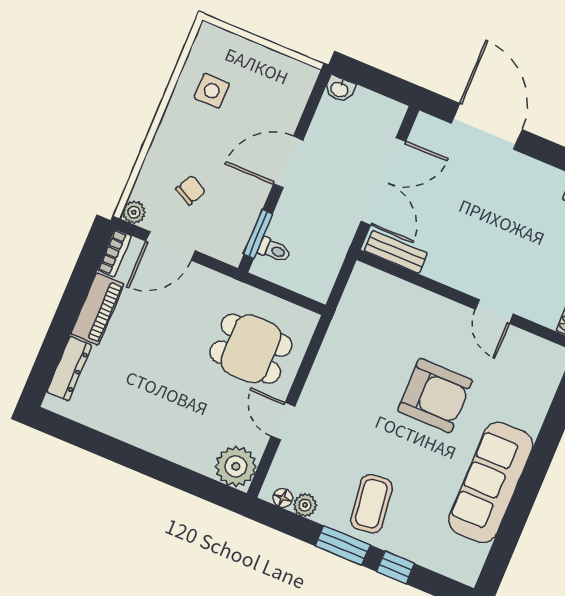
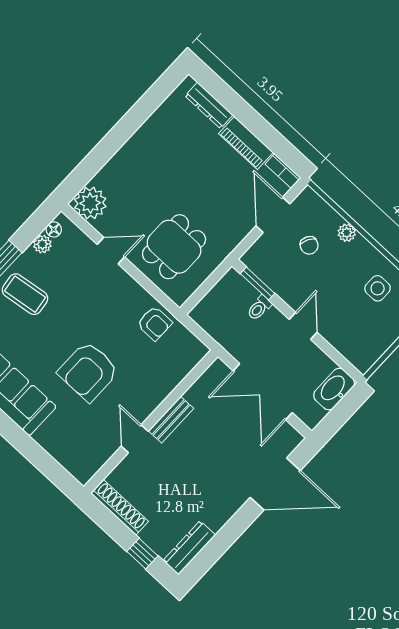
washbasin: (340, 89) -> (334, 389), width x1.91, depth x1.45
door: (288, 162) -> (303, 326), width x0.73
plant: (134, 212) -> (347, 233), moved
toilet: (274, 250) -> (259, 308), moved
bench: (396, 252) -> (171, 420), moved
door: (494, 312) -> (135, 439), hinge flipped
armchair: (350, 338) -> (154, 323), added

